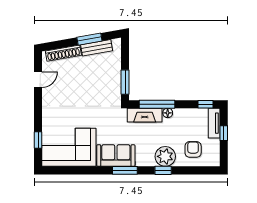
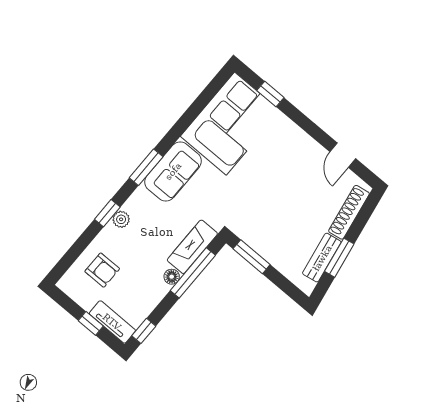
plant: (165, 156) -> (121, 219), width x0.53, depth x0.53

